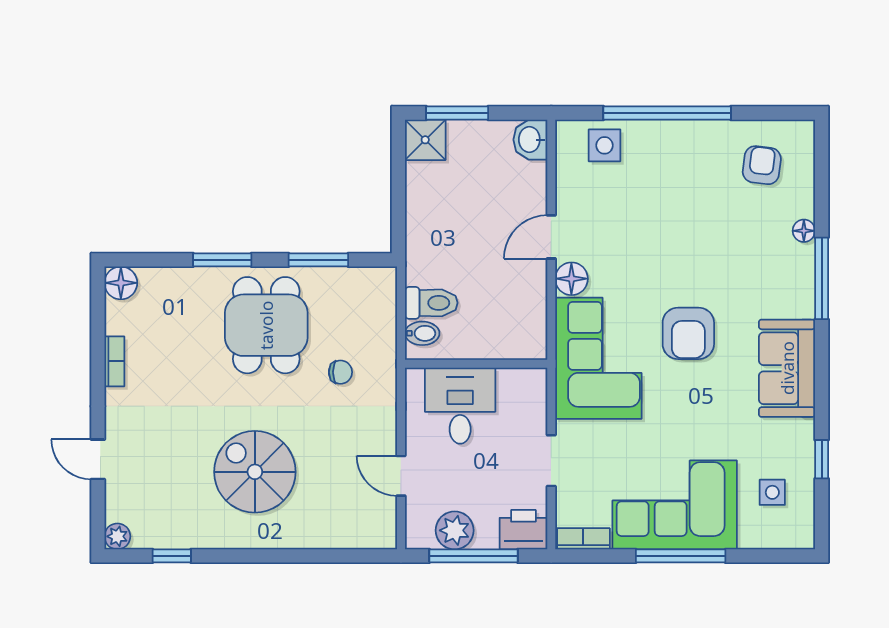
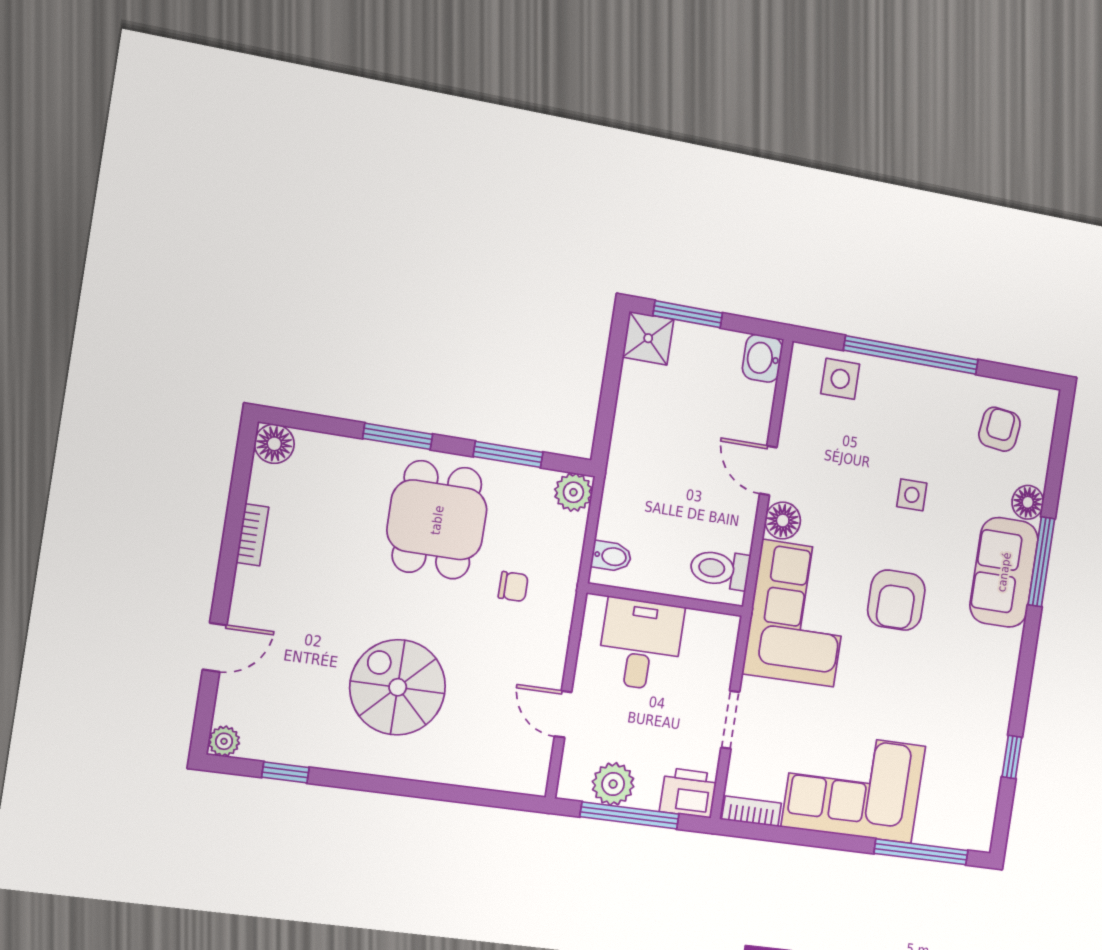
floor lamp: (804, 231) -> (1028, 502), width x1.37, depth x1.37
door: (551, 237) -> (768, 471), hinge flipped
plant: (380, 283) -> (573, 492), added
toilet: (431, 303) -> (720, 569), moved, turned 180
sofa: (787, 368) -> (1004, 572), moved
door: (98, 459) -> (215, 647), swing flipped
side table: (772, 492) -> (912, 495), moved
window: (681, 556) -> (921, 852), moved

